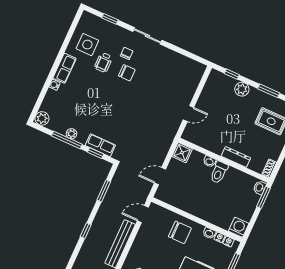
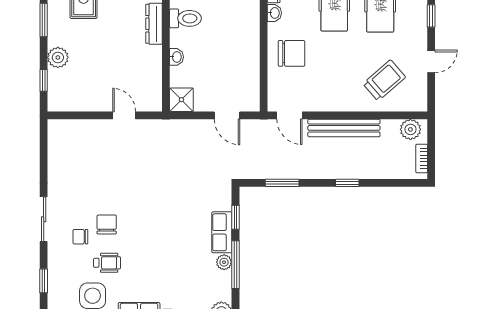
row of seats: (100, 145) -> (222, 232), moved
toilet: (219, 172) -> (185, 18), moved
chair: (180, 232) -> (292, 53), turned 90

